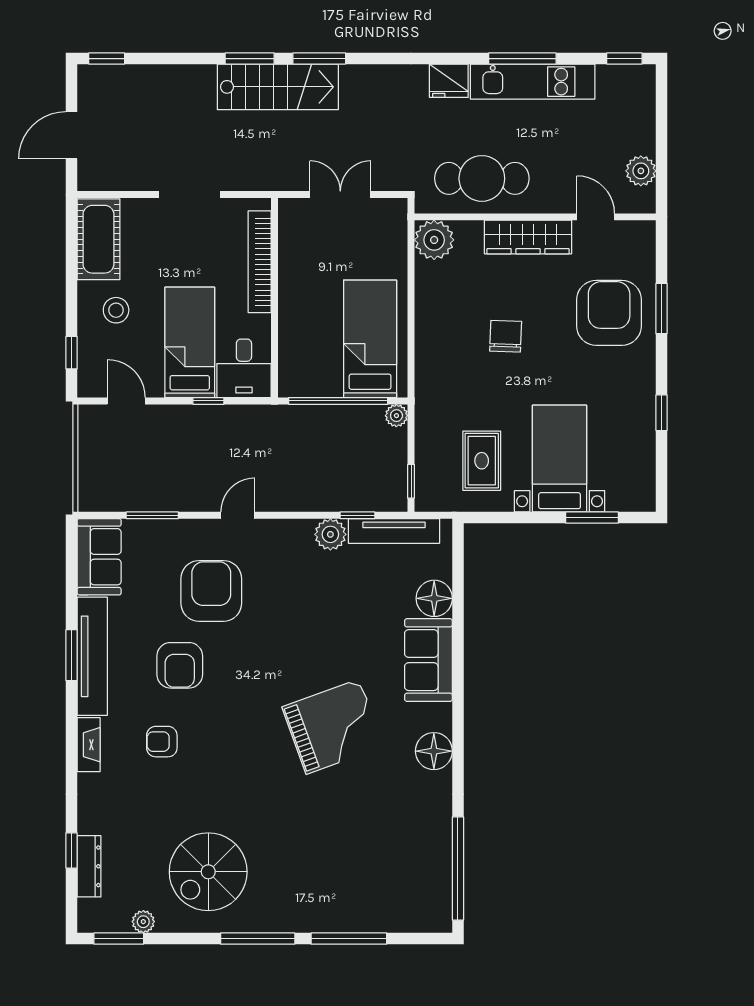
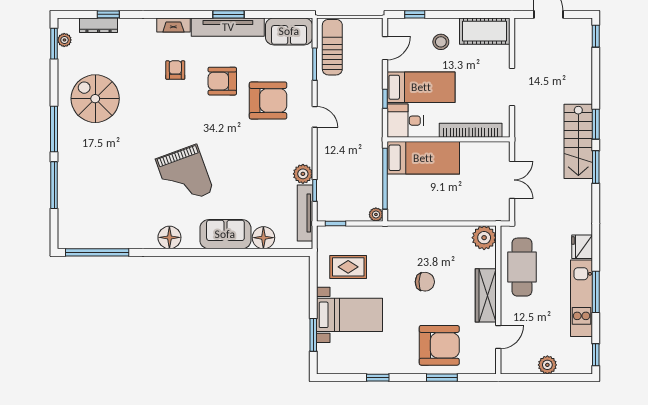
plant: (641, 171) -> (547, 365), moved
bed: (370, 339) -> (423, 158), moved
sun lounger: (125, 487) -> (332, 47), added
plant: (143, 922) -> (64, 40), moved

